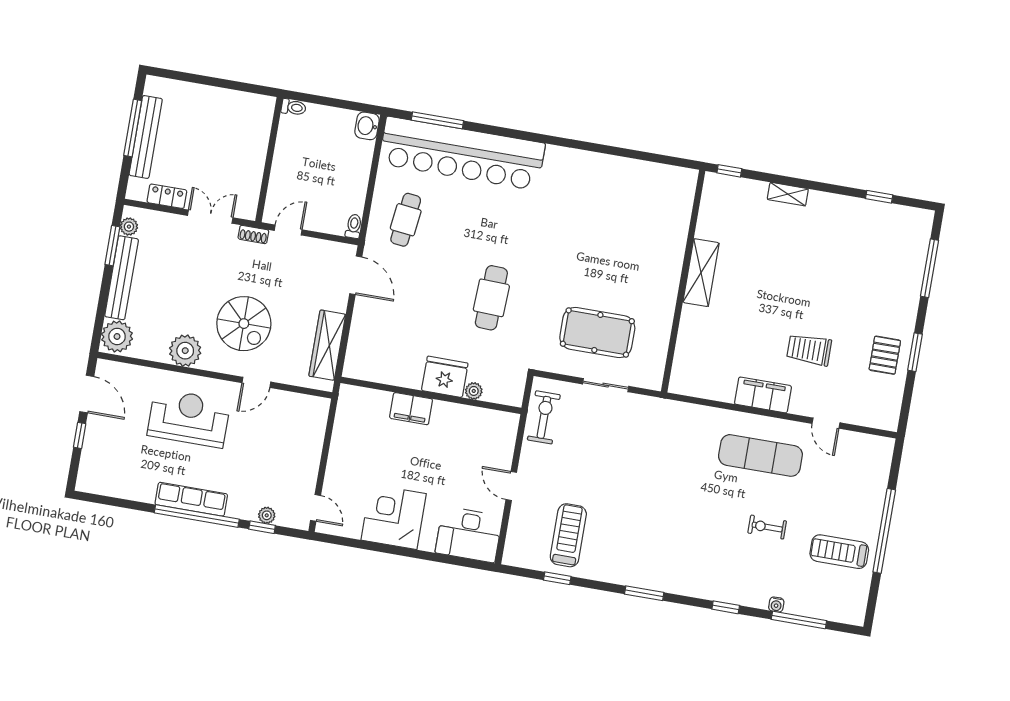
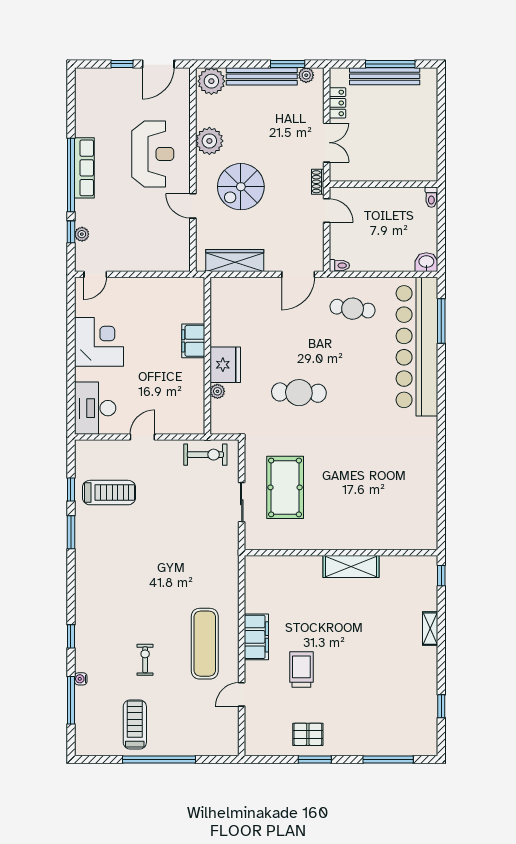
window: (644, 593) -> (71, 532), moved

